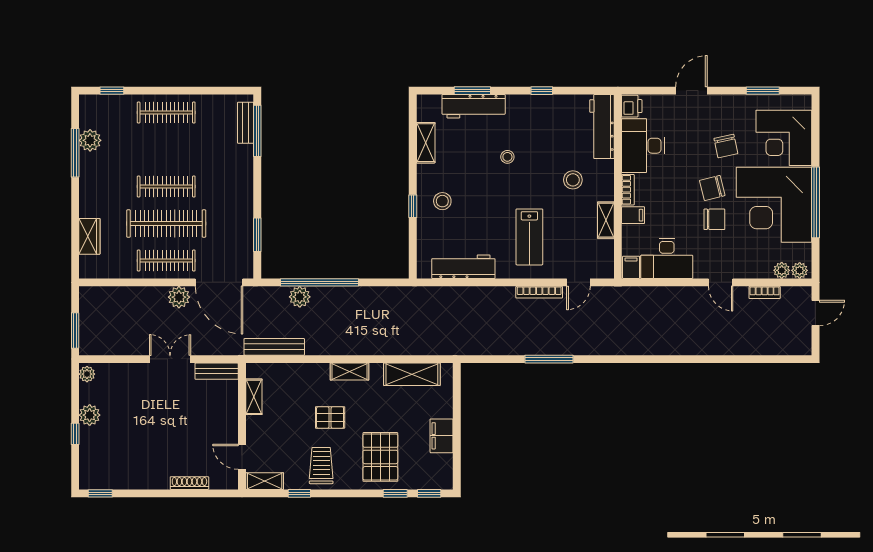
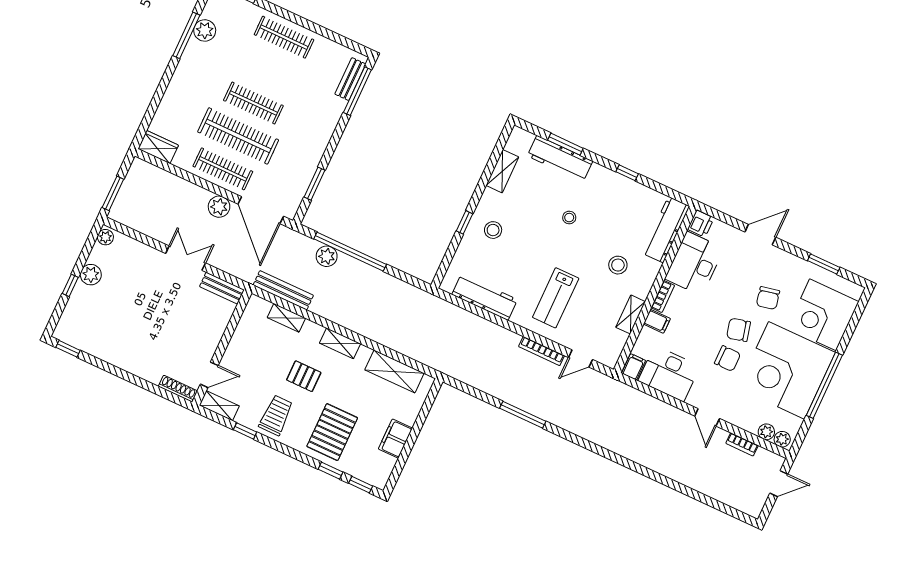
wardrobe: (89, 236) -> (158, 147), moved, turned -90
shelving: (254, 397) -> (286, 318), moved, turned 90
door: (242, 457) -> (209, 375), swing flipped
shoe rack: (189, 483) -> (178, 389), moved

